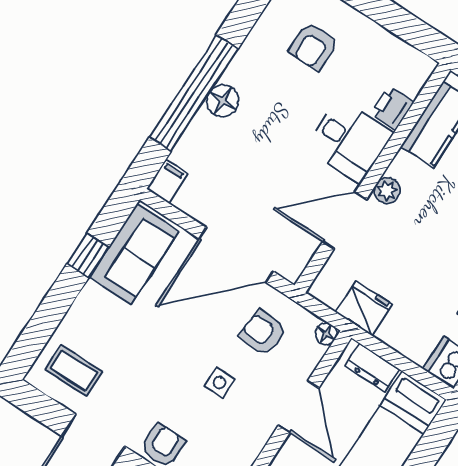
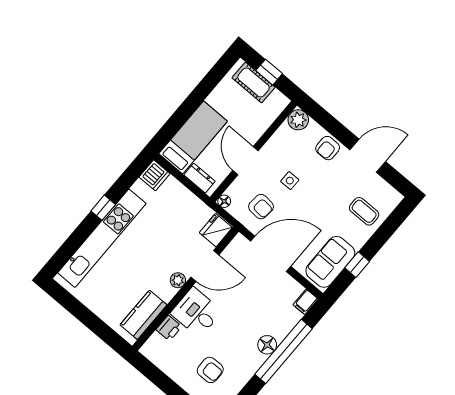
armchair: (313, 46) -> (210, 370), turned 89
fridge: (364, 308) -> (216, 230), moved, turned 90
coffee table: (74, 371) -> (364, 211), moved

